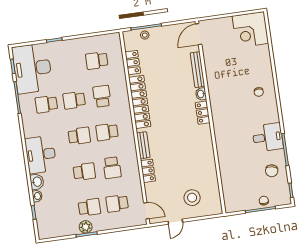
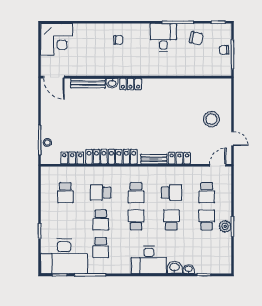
door: (199, 34) -> (54, 77), moved
bench: (197, 70) -> (88, 83), moved
washbasin: (201, 94) -> (112, 83), moved
locker: (203, 113) -> (130, 84), moved
wall: (210, 117) -> (136, 77), moved

